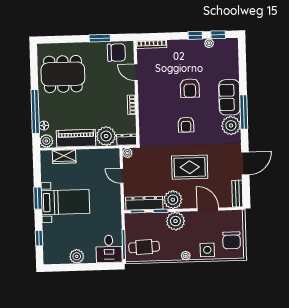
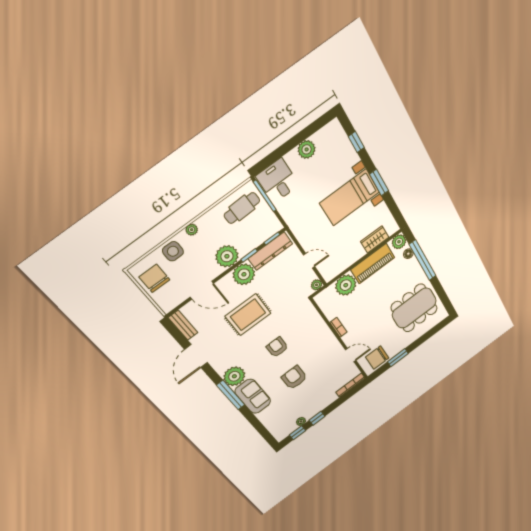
dresser: (127, 140) -> (325, 296), removed

